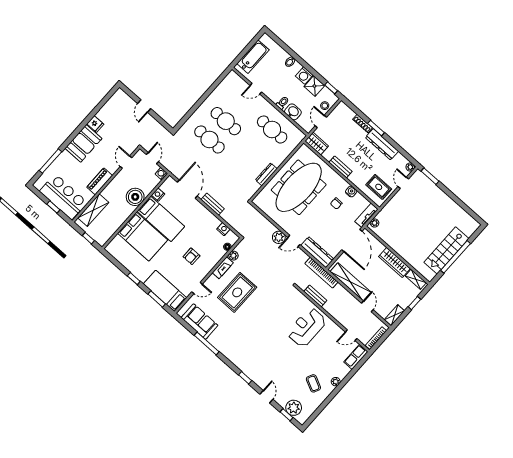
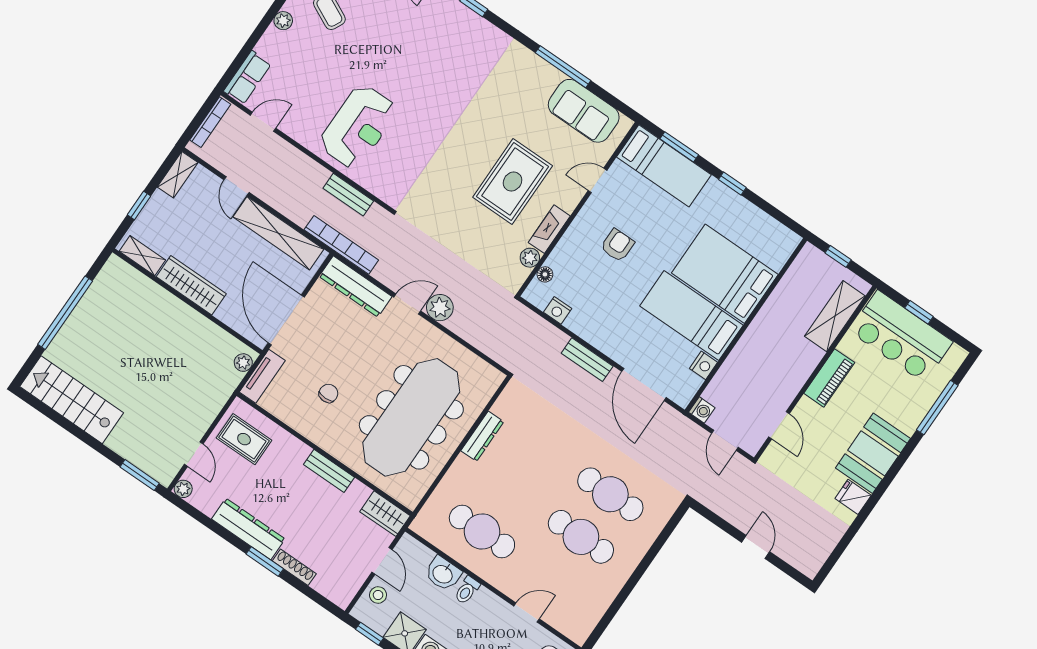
water cooler: (351, 191) -> (300, 422), removed
boiler: (135, 197) -> (751, 355), removed
stairs: (446, 250) -> (72, 400), moved, turned -90

